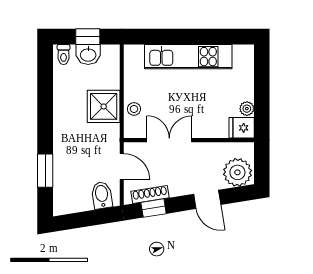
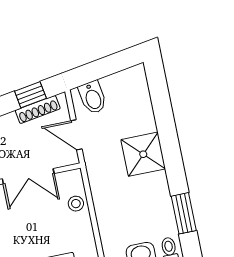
shower: (104, 106) -> (143, 154), moved
window: (45, 171) -> (184, 213), moved

